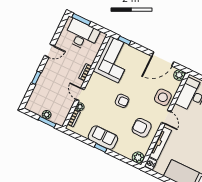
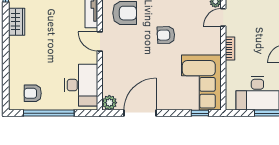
door: (80, 94) -> (223, 17), swing flipped
side table: (163, 97) -> (116, 65), removed

